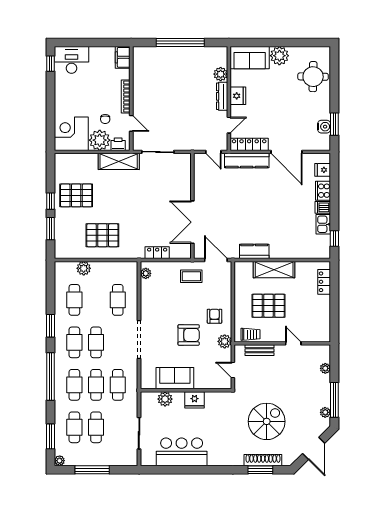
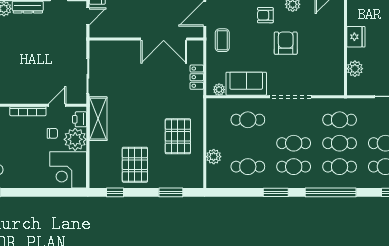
window: (50, 201) -> (115, 192), moved
sofa: (175, 378) -> (246, 84), moved, turned 90

